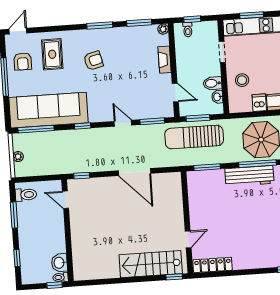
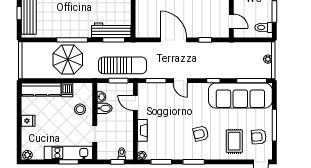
armchair: (23, 61) -> (259, 137), turned -94
window: (82, 176) -> (205, 40), moved
workbench: (249, 176) -> (111, 30), moved

